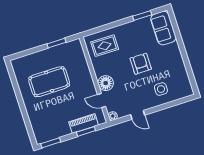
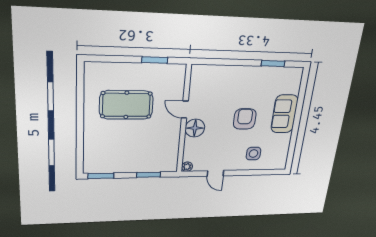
sofa: (163, 28) -> (285, 114), moved
rug: (105, 46) -> (213, 84), removed
door: (102, 101) -> (185, 110), moved
piano: (84, 123) -> (150, 165), removed

